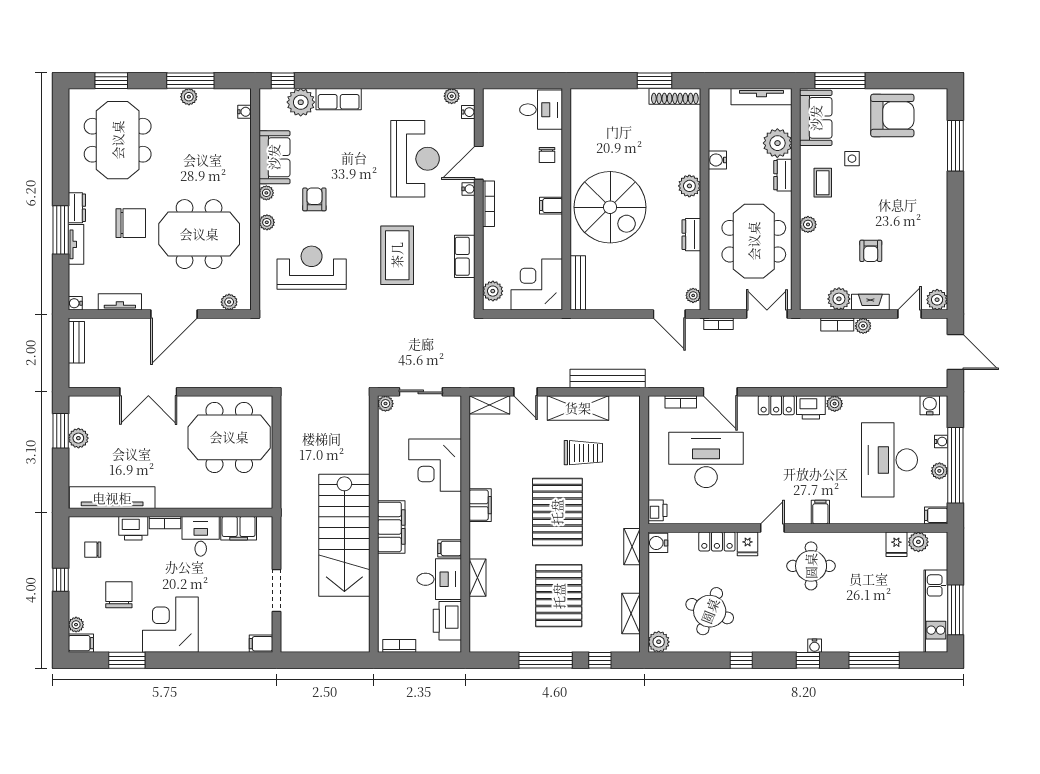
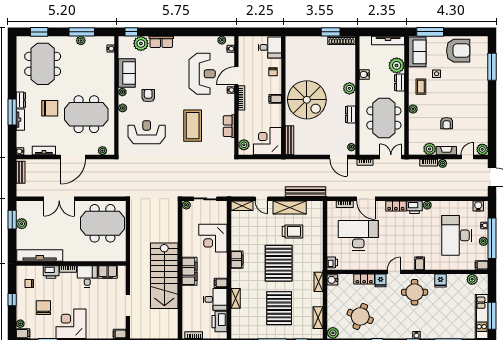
fridge: (896, 544) -> (441, 281), moved

